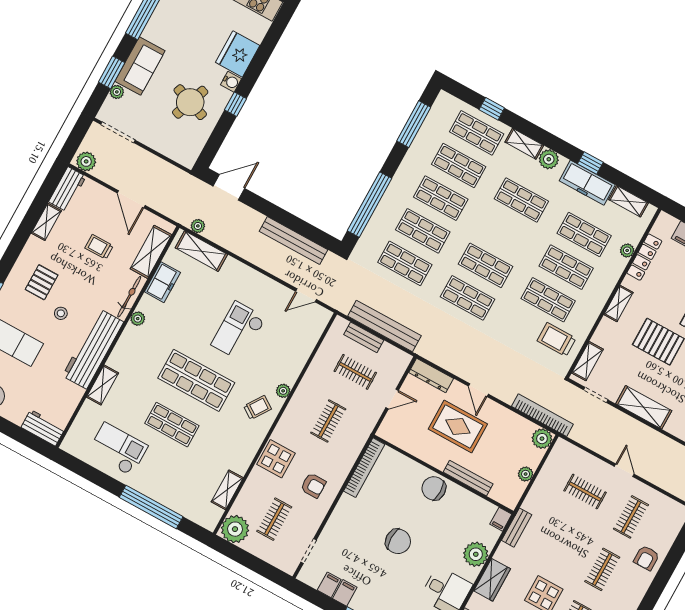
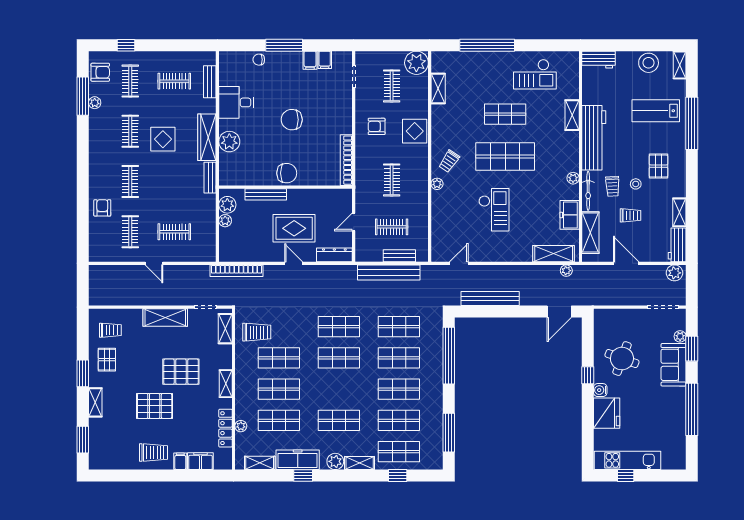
trolley: (101, 288) -> (612, 186), added
stool: (61, 313) -> (636, 184), moved
plant: (542, 439) -> (227, 205), moved
filing cabinet: (501, 519) -> (225, 177), removed
wardrobe: (492, 580) -> (207, 137), width x1.50

